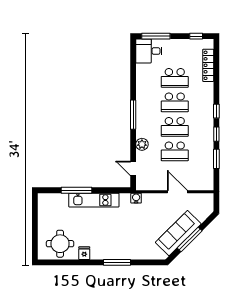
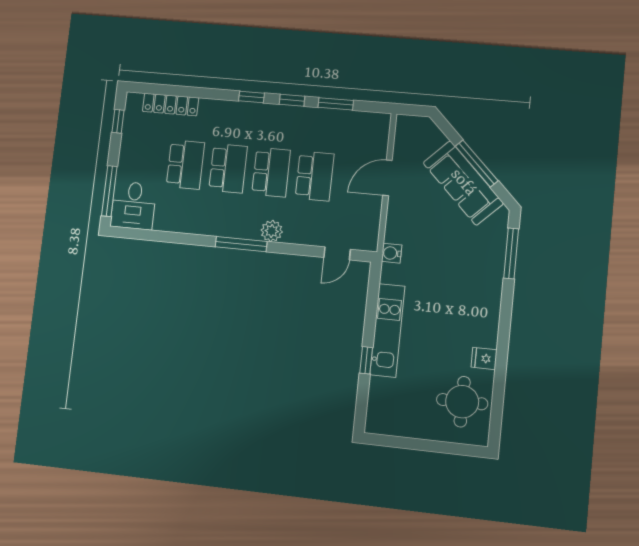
plant: (142, 144) -> (272, 231), moved
window: (77, 190) -> (366, 360), width x0.46
window: (117, 262) -> (511, 254), moved

